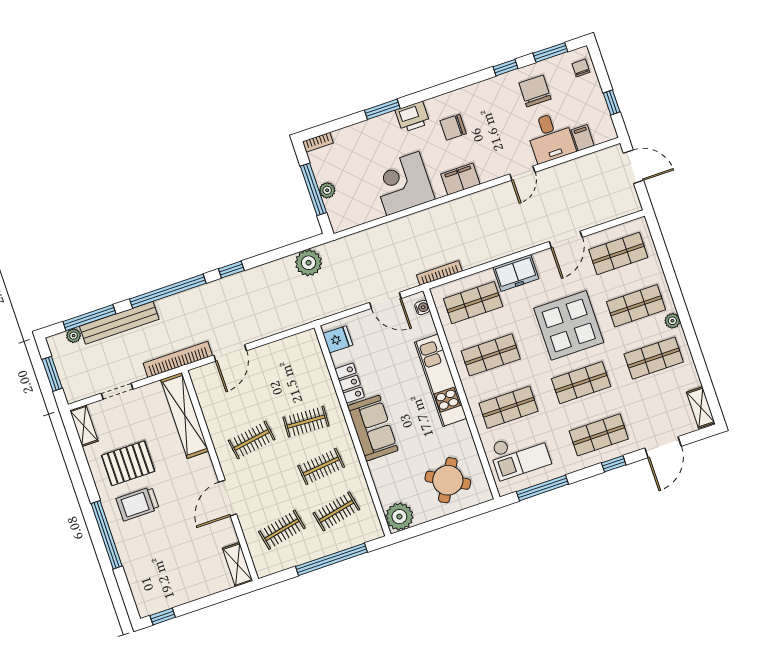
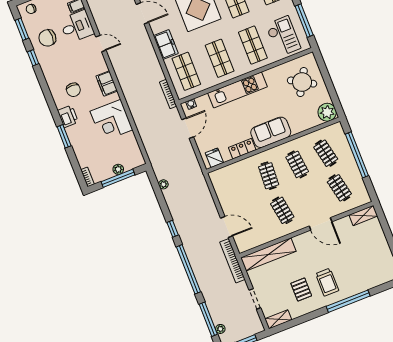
plant: (309, 263) -> (163, 184), width x0.53, depth x0.53
bench: (119, 323) -> (211, 300), removed
pallet: (128, 463) -> (301, 289), width x0.67, depth x0.71

